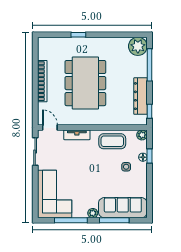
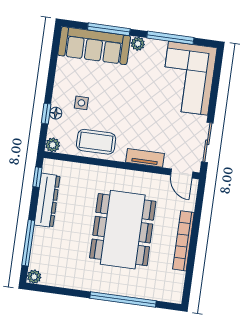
window: (78, 35) -> (123, 300), width x3.17
plant: (138, 46) -> (34, 277), width x0.53, depth x0.53

